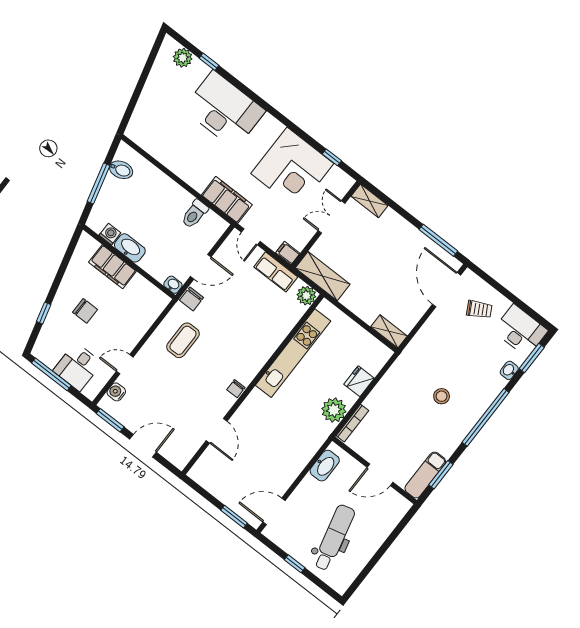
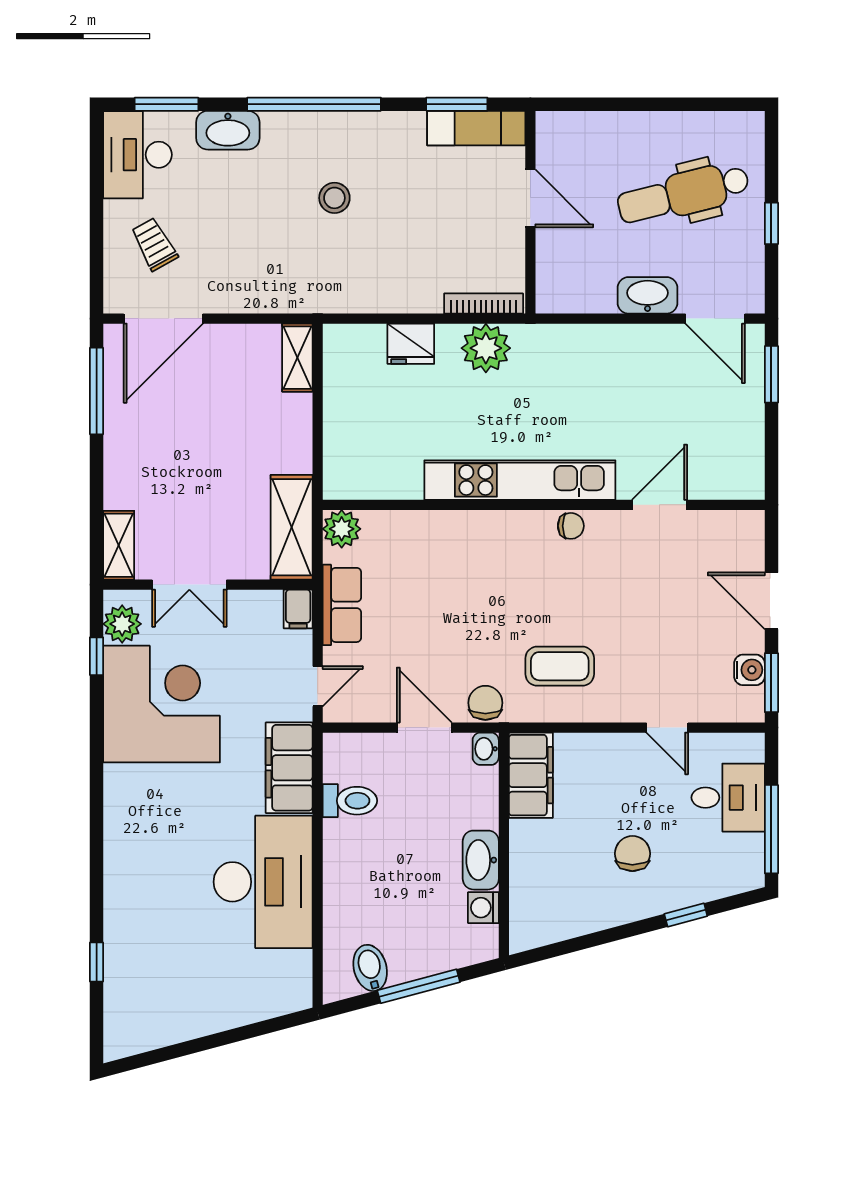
plant: (183, 58) -> (122, 624), moved
desk: (224, 110) -> (263, 882), moved, turned 180
filing cabinet: (112, 267) -> (531, 775), moved
chair: (192, 299) -> (485, 703), turned -90
kitchen unit: (293, 353) -> (520, 480), moved
washbasin: (509, 370) -> (228, 130), width x1.91, depth x1.45
water cooler: (116, 392) -> (749, 670), moved, turned -90
washbasin: (325, 466) -> (648, 295), moved

